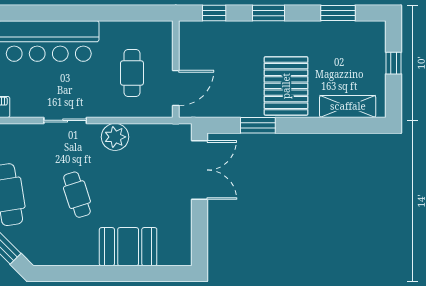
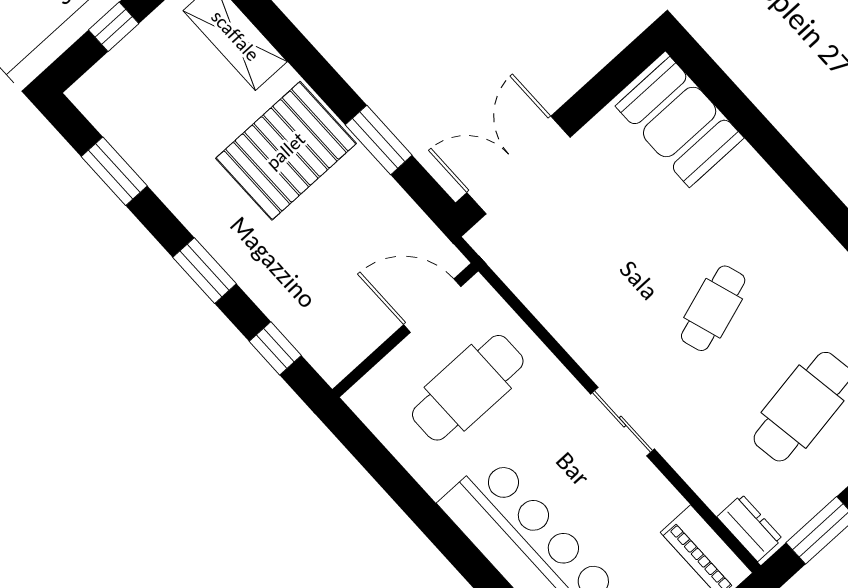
cafe table: (132, 73) -> (468, 388), width x1.37, depth x1.35
plant: (115, 137) -> (581, 329), removed
booth: (128, 247) -> (680, 122), moved

